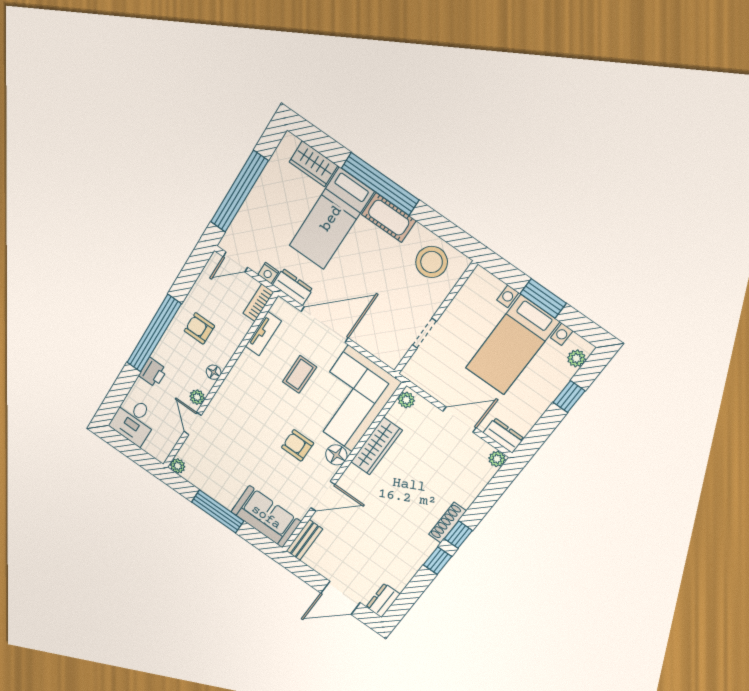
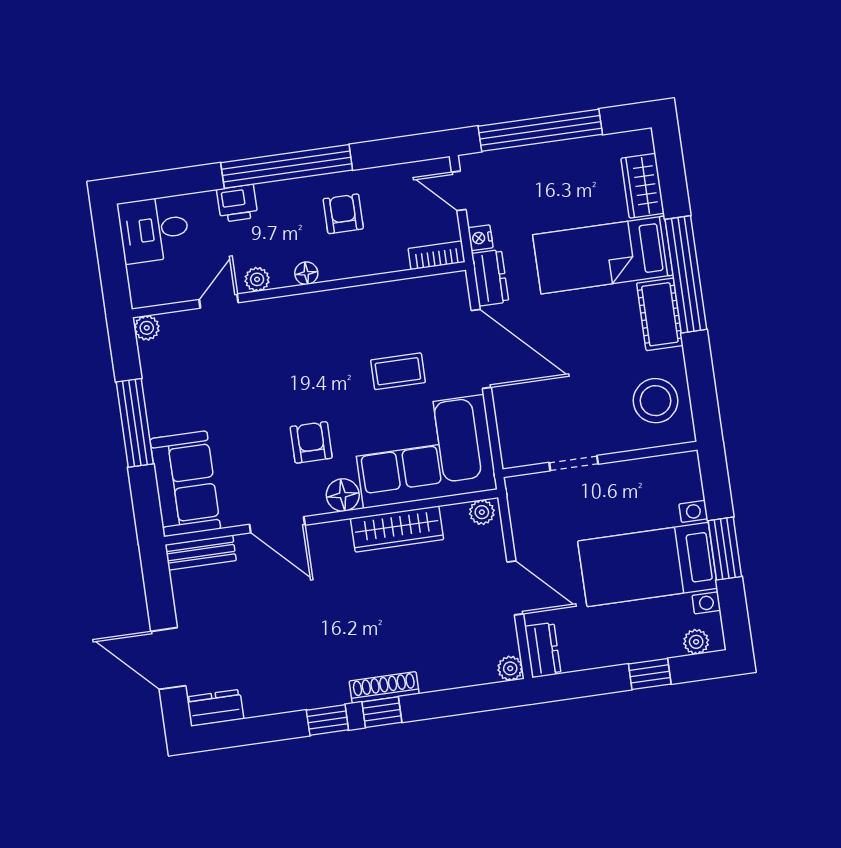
tv unit: (263, 334) -> (406, 291), removed

